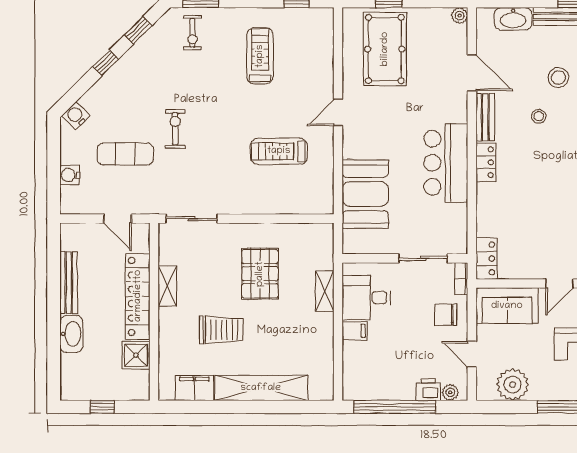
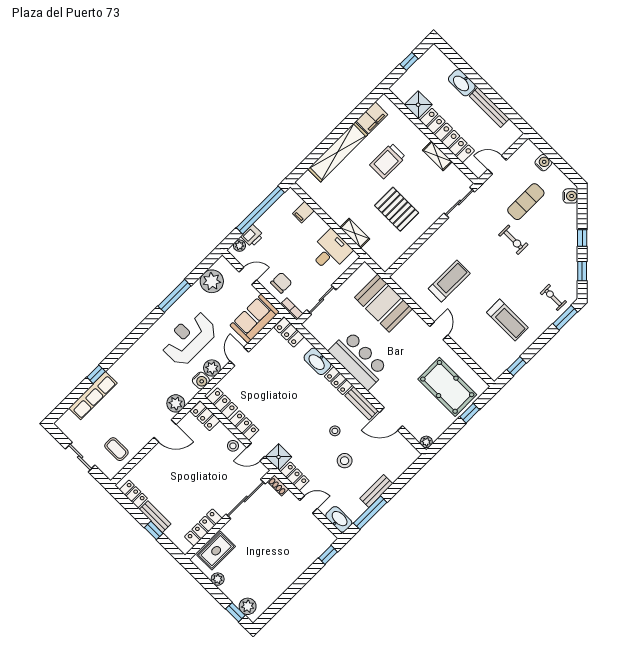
washbasin: (513, 19) -> (317, 361), moved, turned -90
filing cabinet: (355, 331) -> (303, 212), moved

